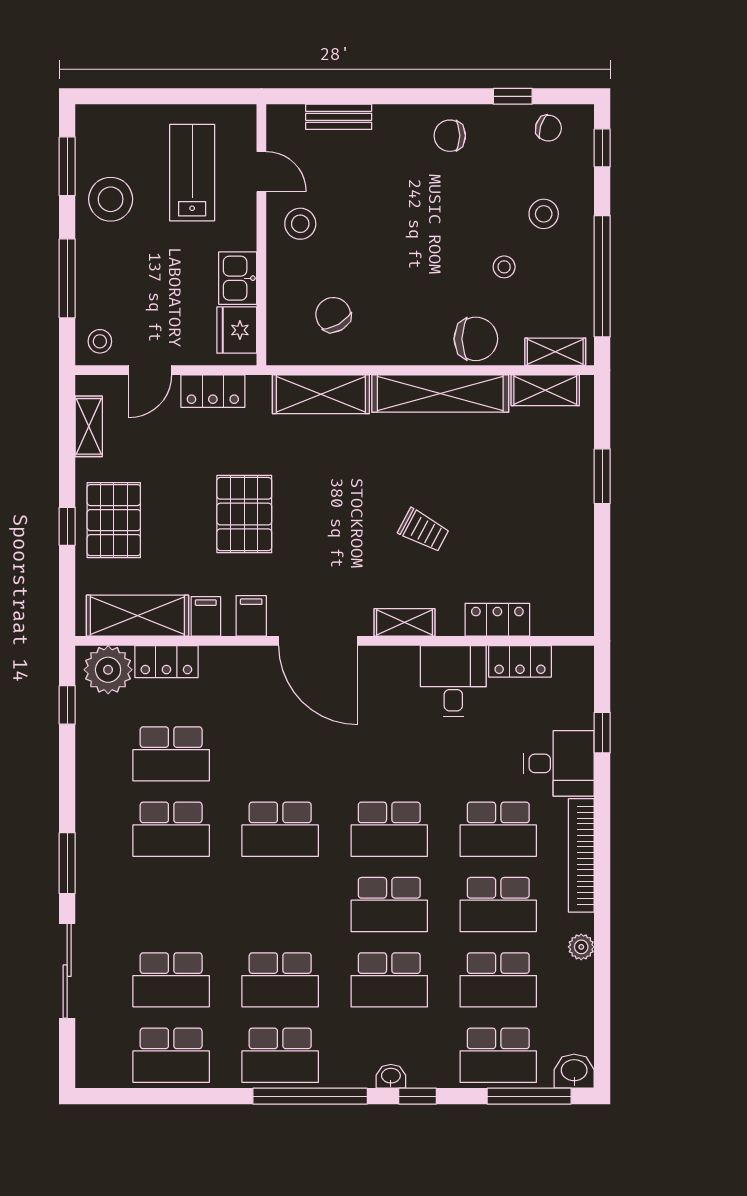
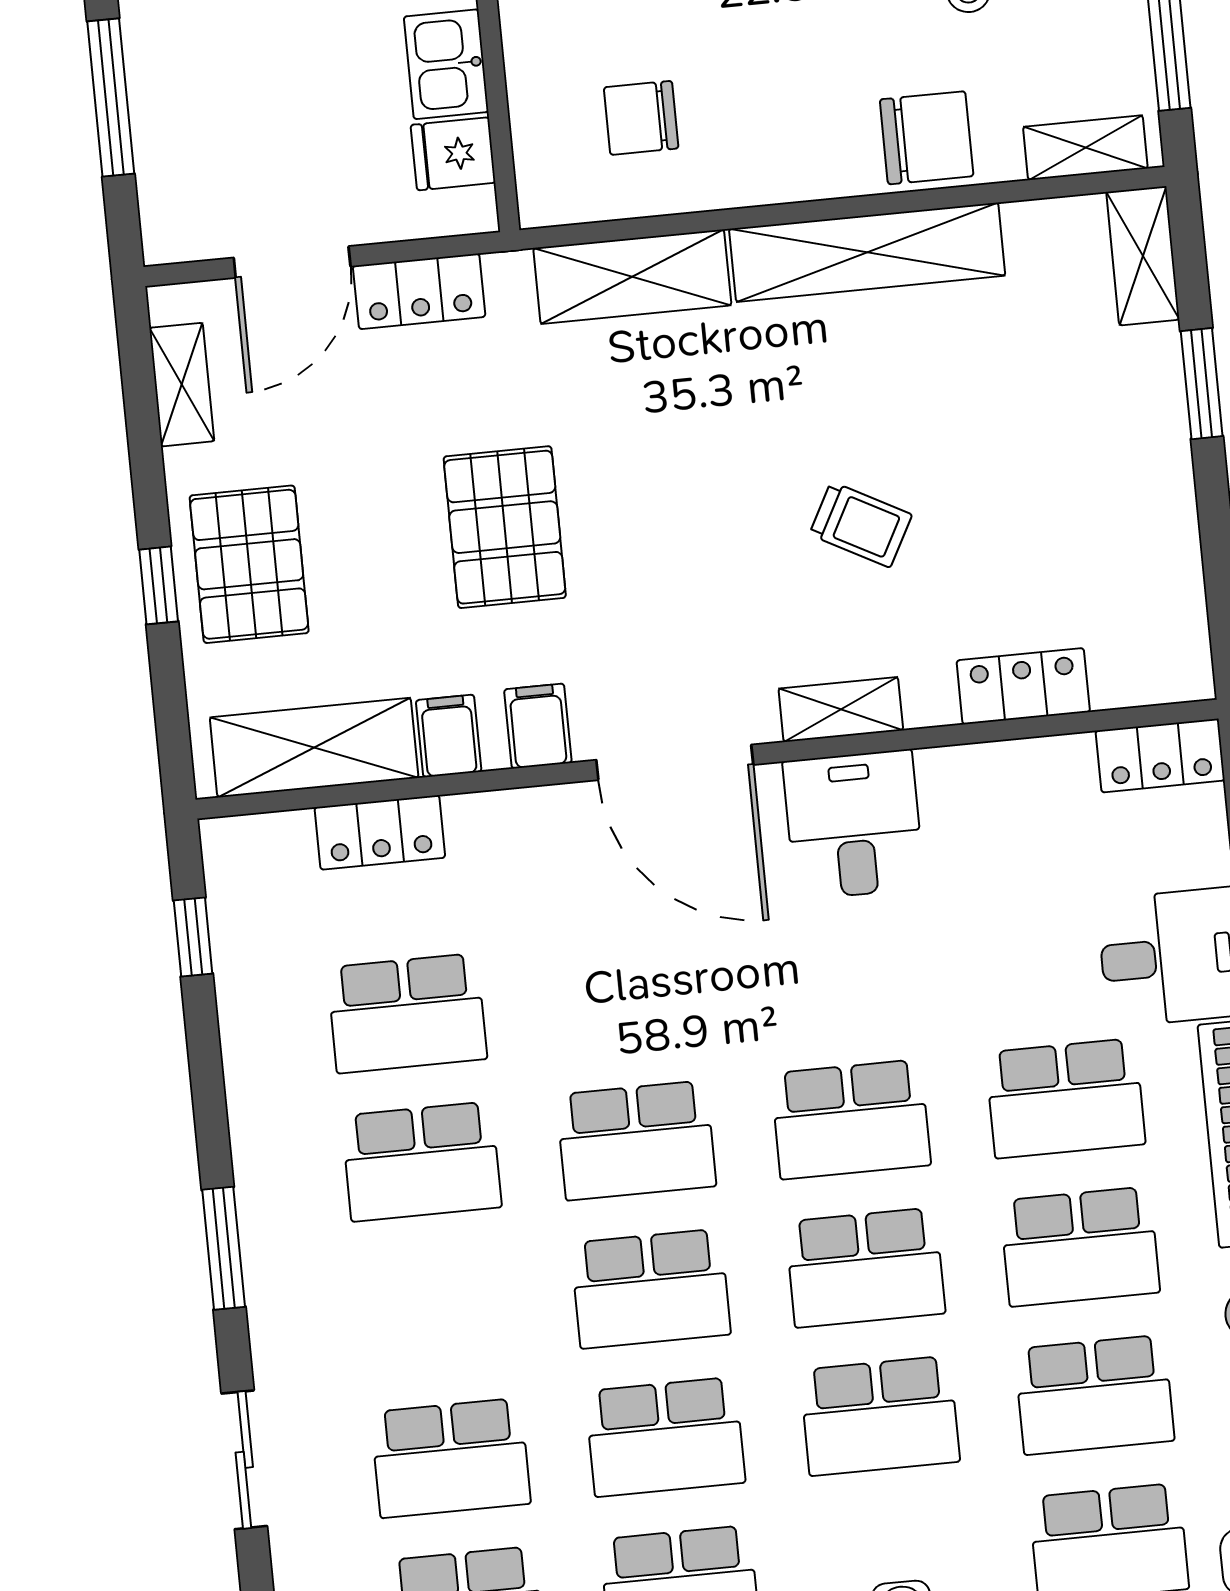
chair: (333, 315) -> (641, 118), turned -60
fridge: (237, 330) -> (453, 154), width x0.72
stool: (100, 341) -> (187, 215), removed
door: (150, 370) -> (292, 262), width x1.38
shelving: (545, 390) -> (1143, 256), moved, turned 90
locker: (520, 661) -> (1160, 756), moved
plant: (108, 670) -> (267, 860), removed
desk: (453, 681) -> (854, 825), moved
school desk: (280, 905) -> (651, 1289), added
sliding door: (67, 971) -> (244, 1460), width x0.73

